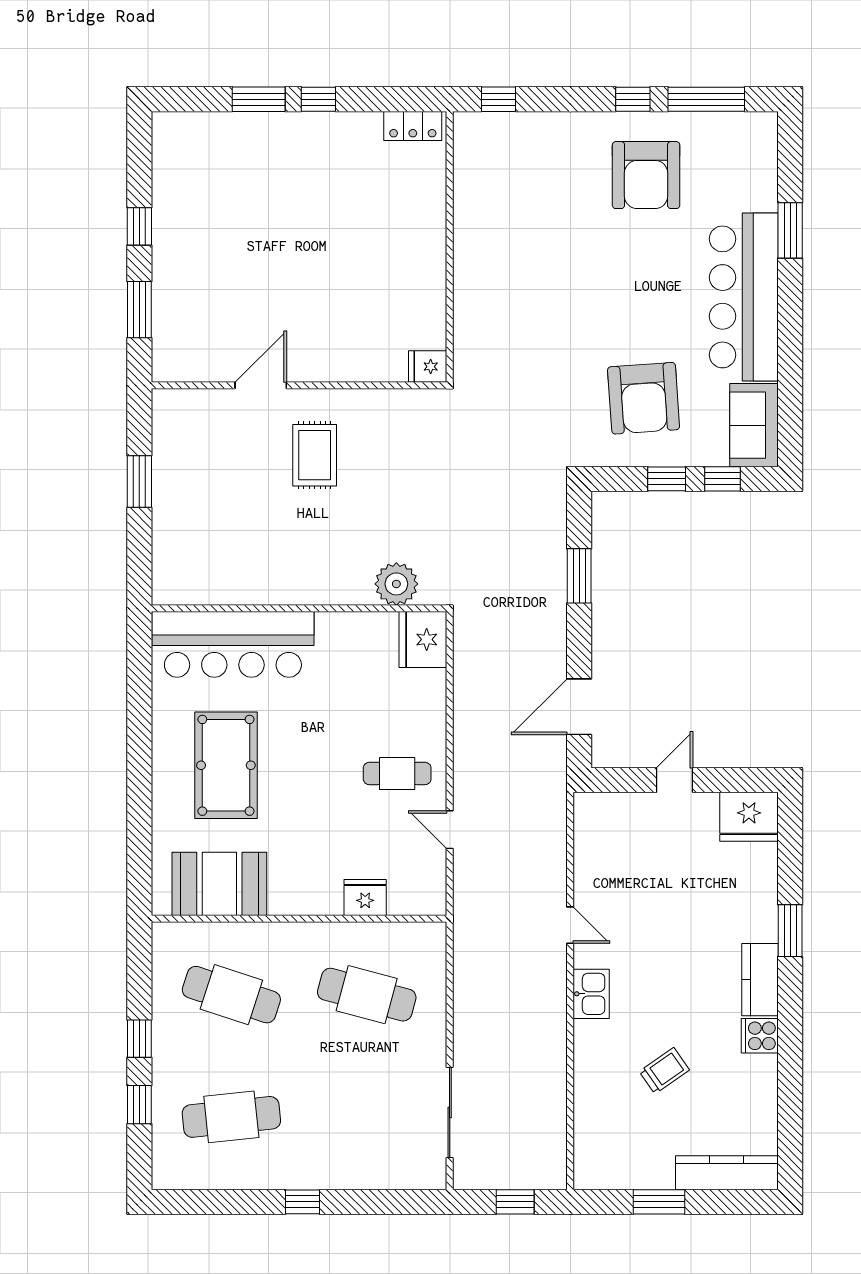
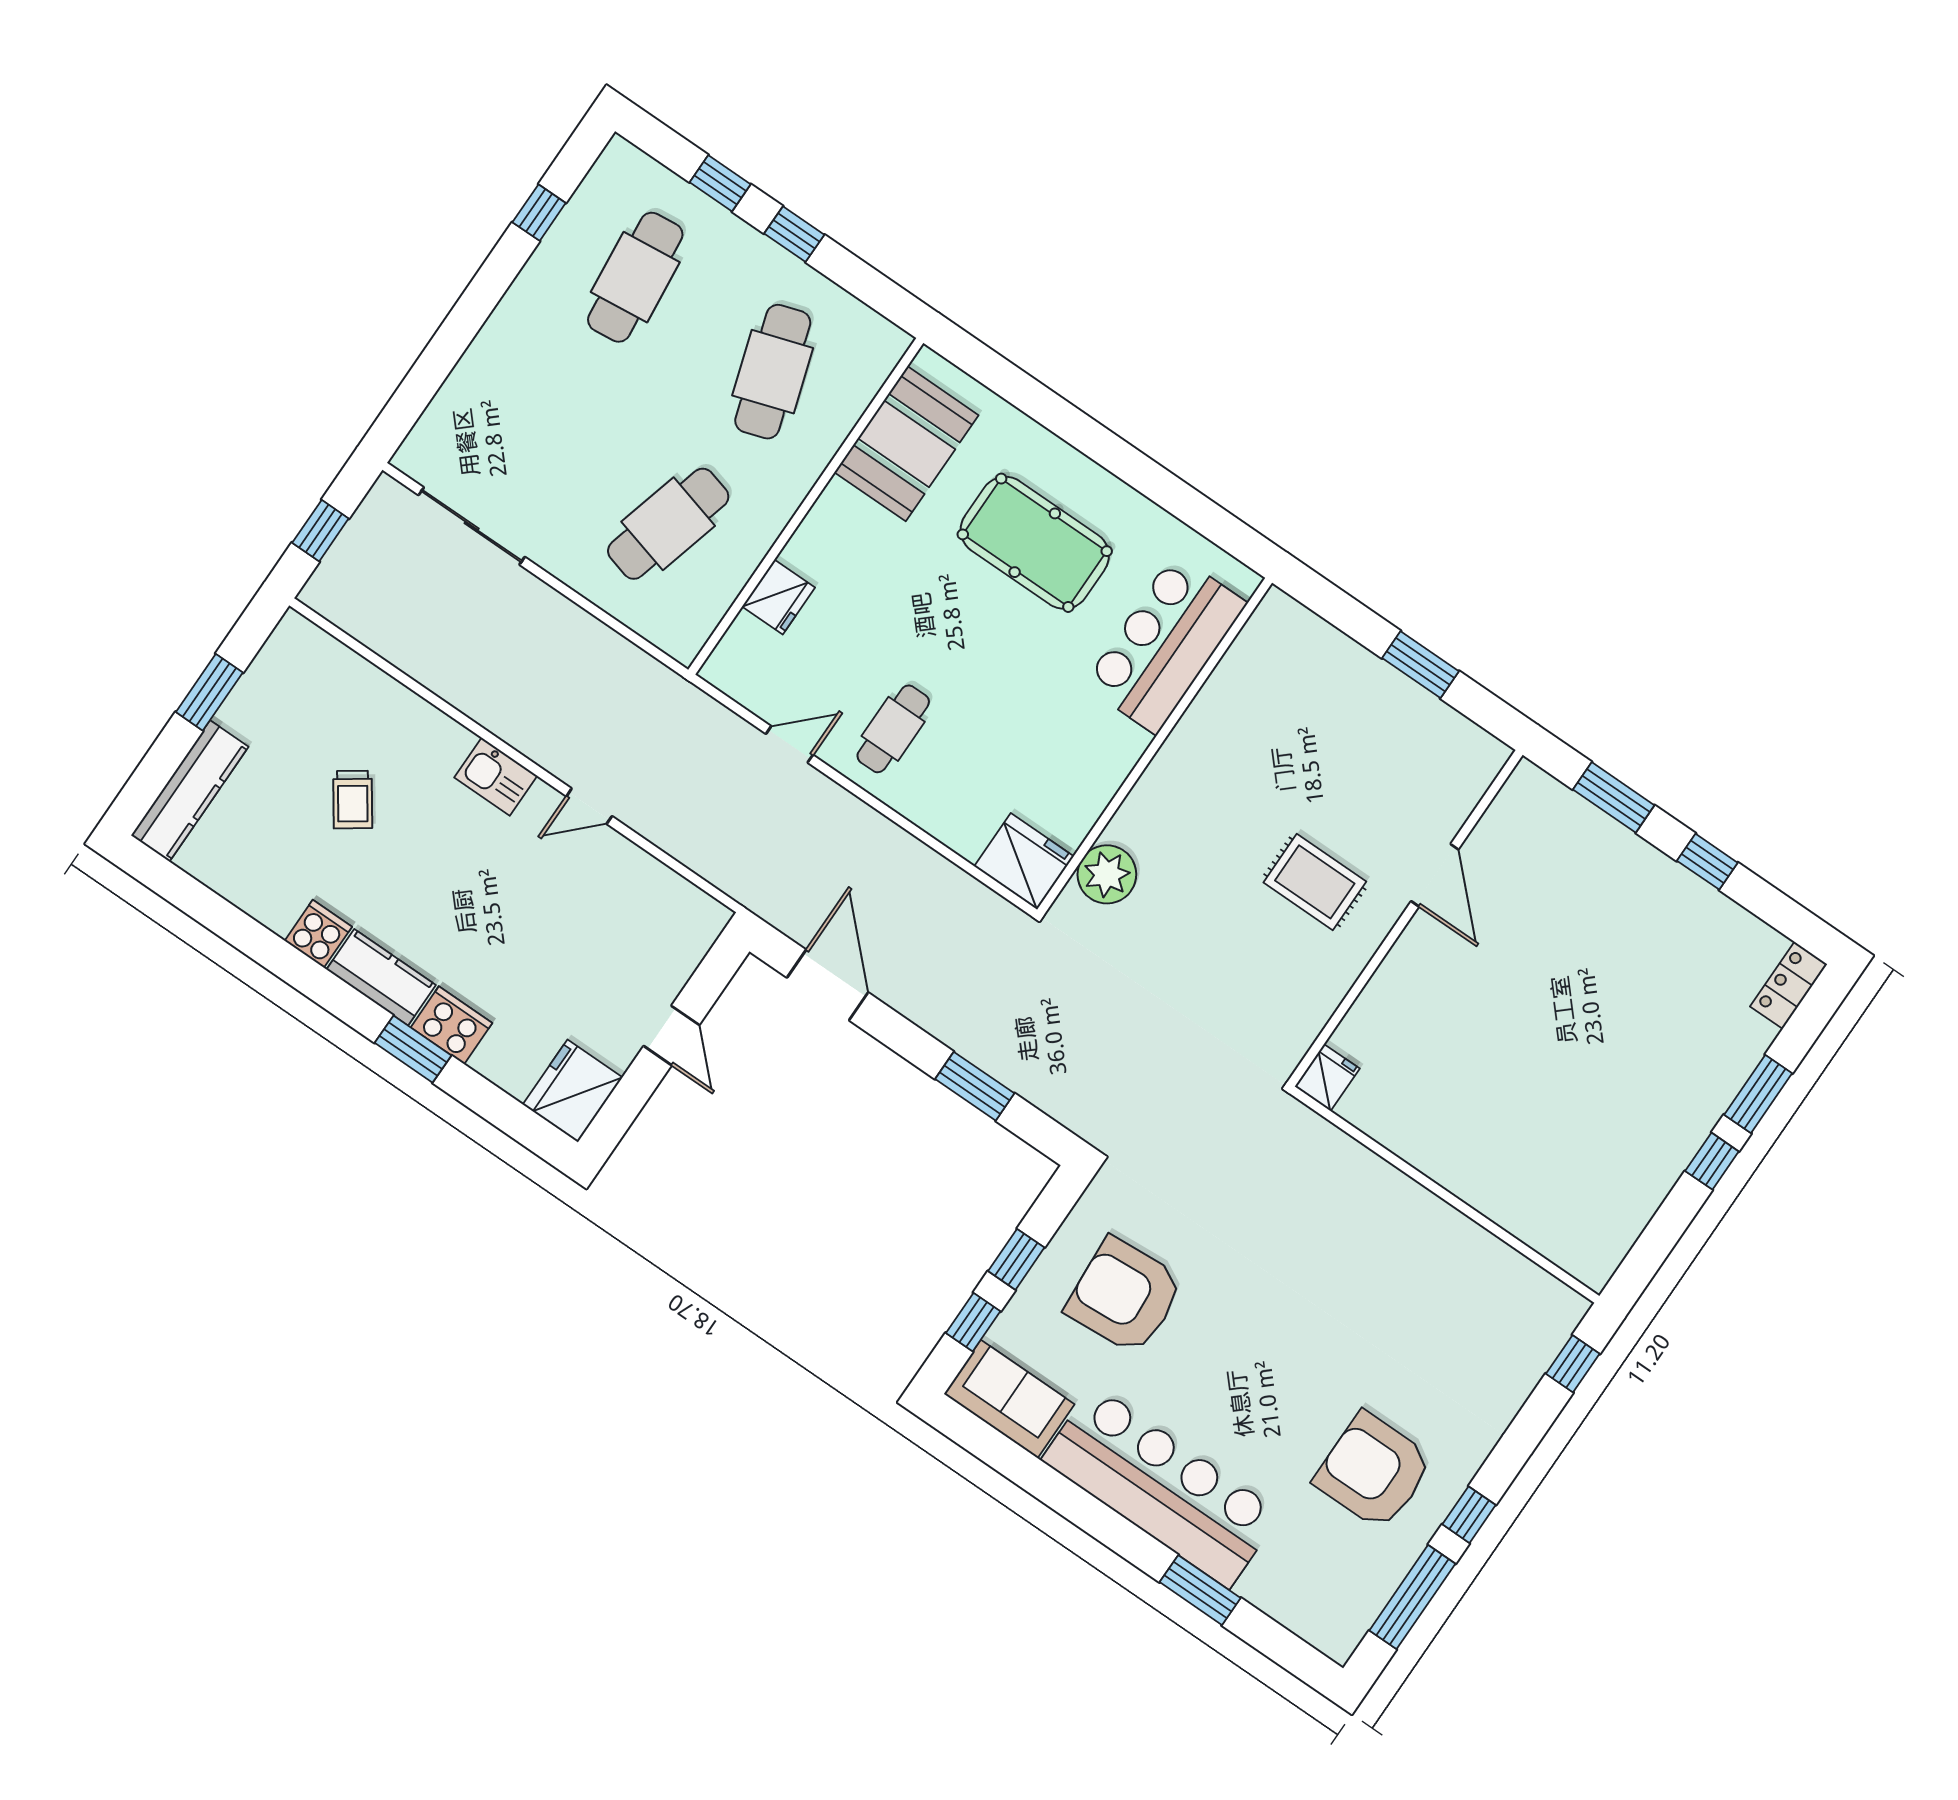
locker: (413, 126) -> (1789, 985), moved
bar counter: (233, 644) -> (1165, 644), width x0.73
cooker: (760, 917) -> (452, 1025), added
cafe table: (231, 995) -> (773, 372), turned -36
window: (303, 1202) -> (539, 213), moved

